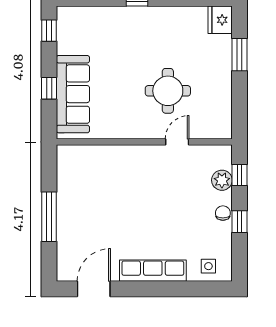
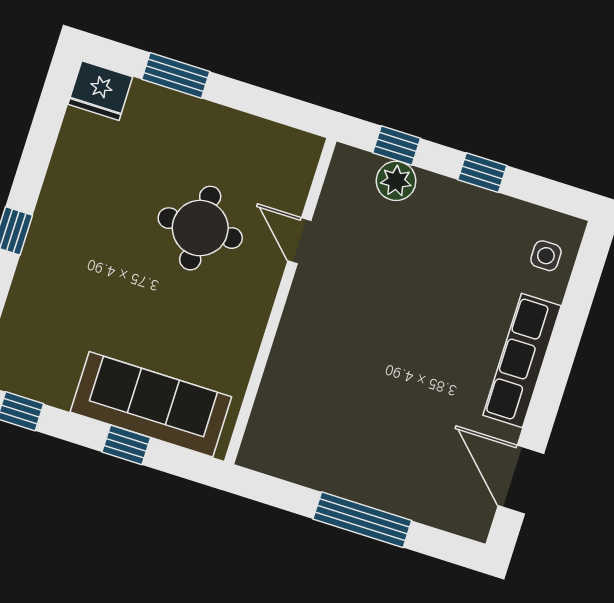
chair: (223, 213) -> (457, 198), removed

